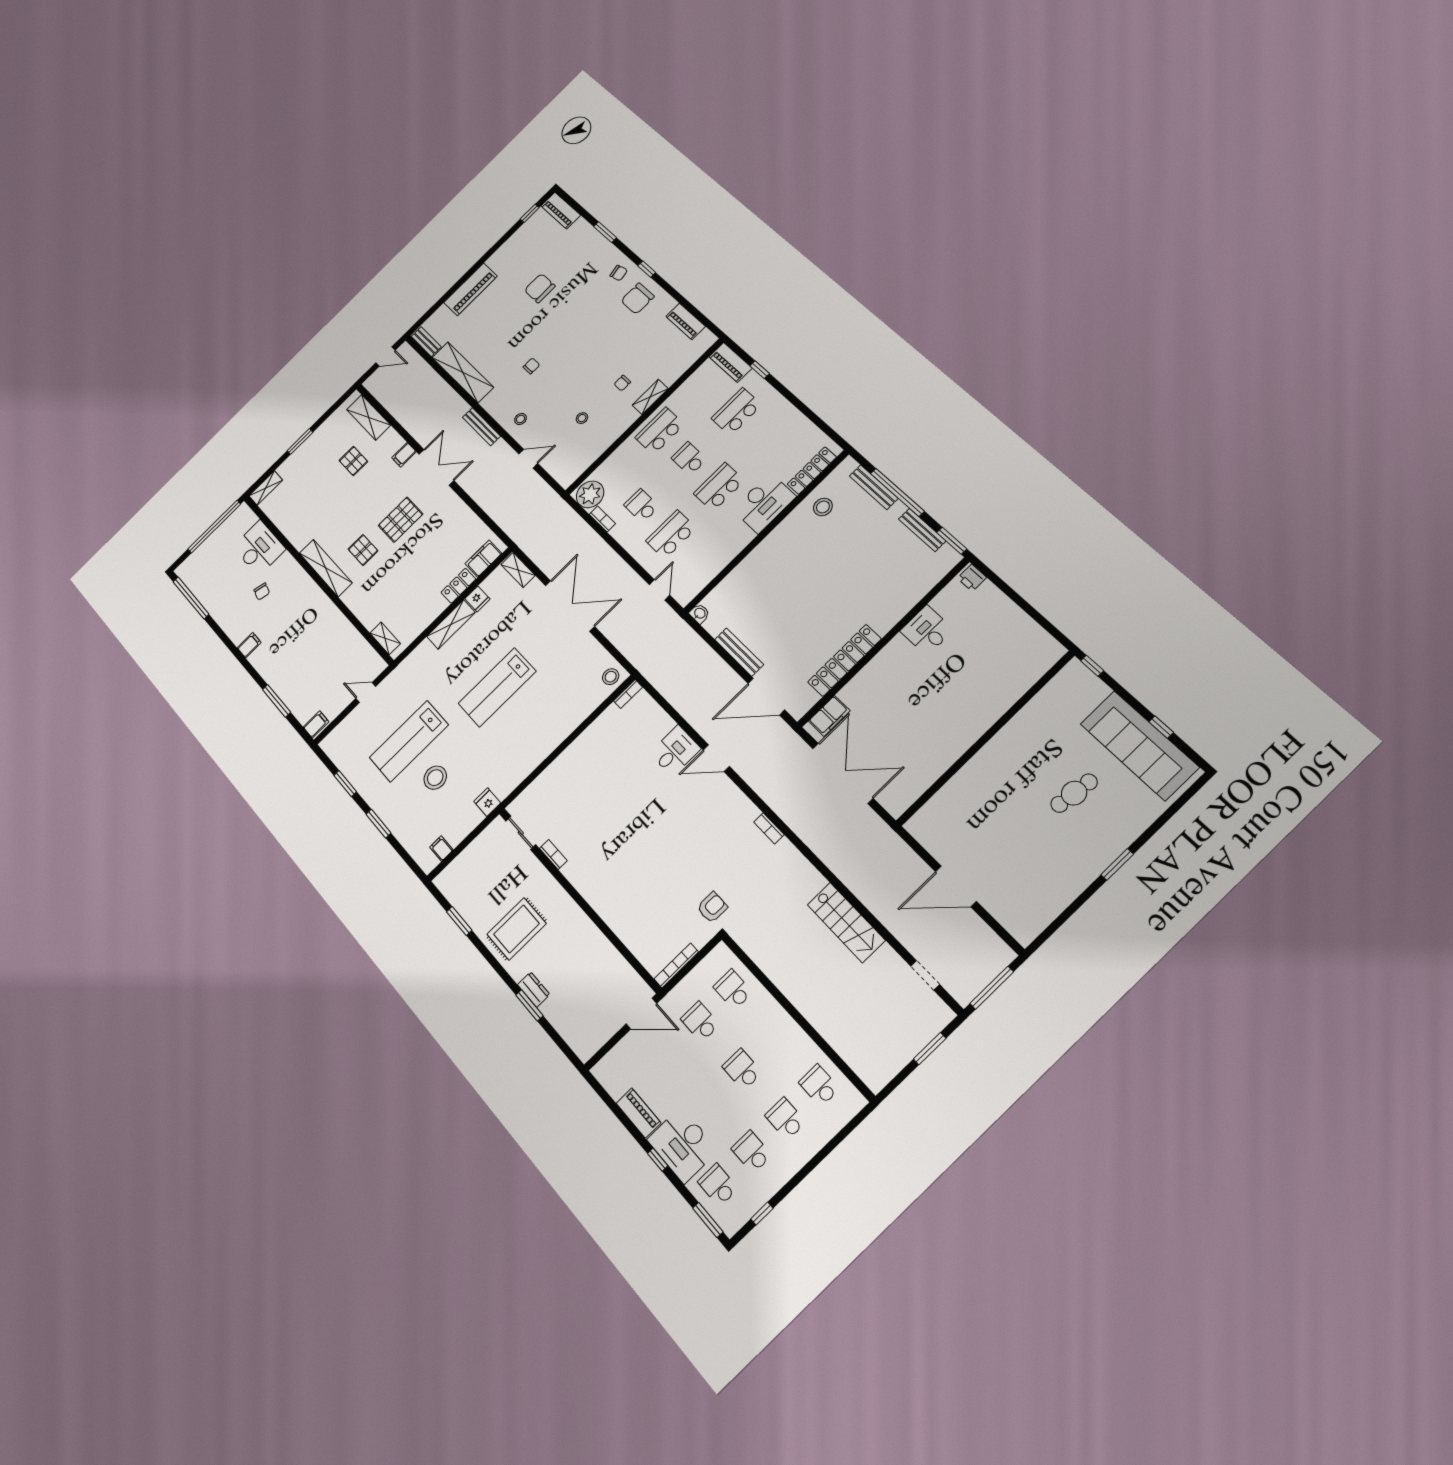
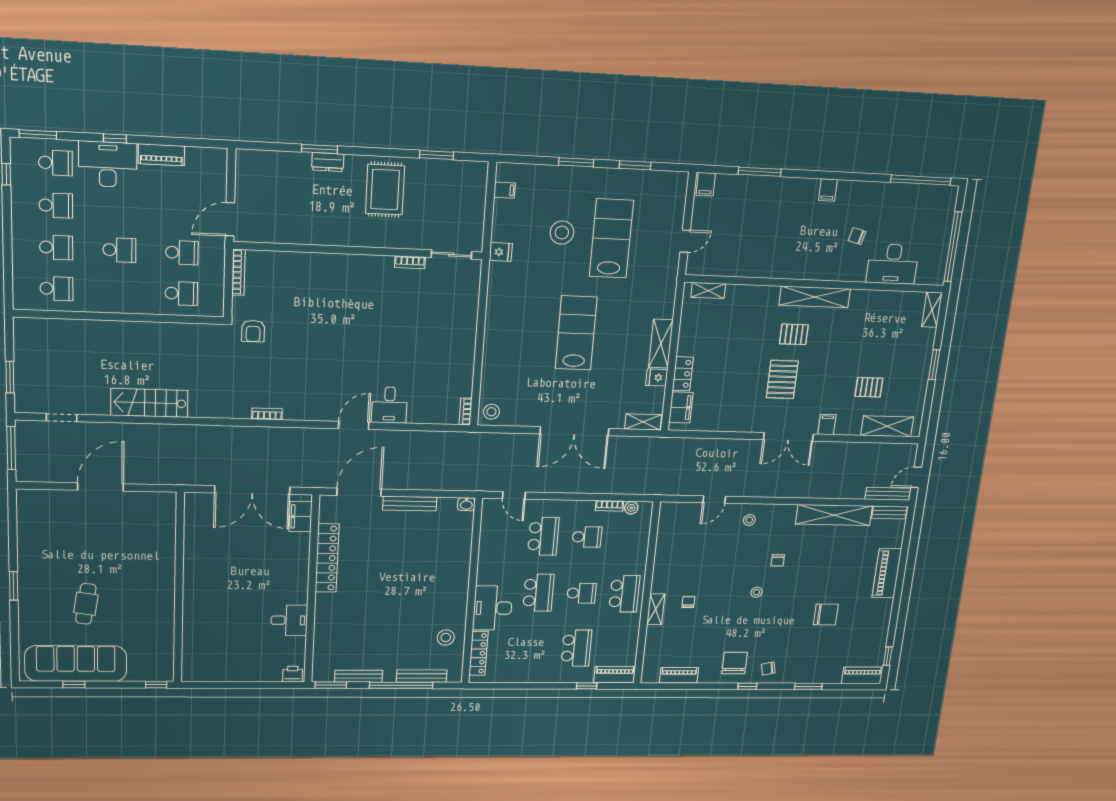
stool: (582, 418) -> (757, 592), moved
bench: (481, 427) -> (888, 494), moved
plant: (590, 494) -> (631, 508), width x0.53, depth x0.53

